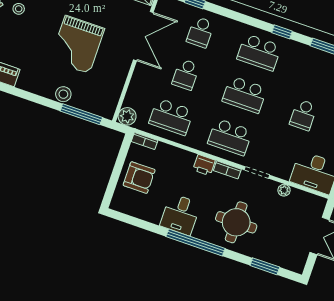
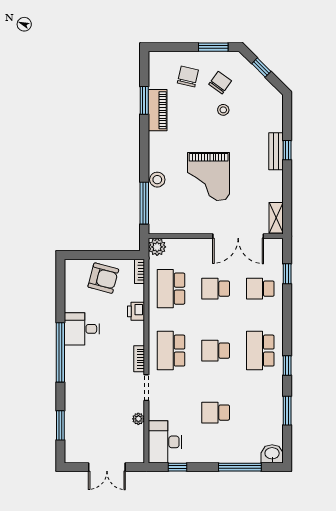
grand piano: (77, 45) -> (209, 177), turned -90
school desk: (245, 95) -> (216, 351), width x0.54
printer: (204, 165) -> (136, 311), moved
armchair: (139, 178) -> (103, 278), turned -75
round table: (236, 222) -> (93, 384), removed

